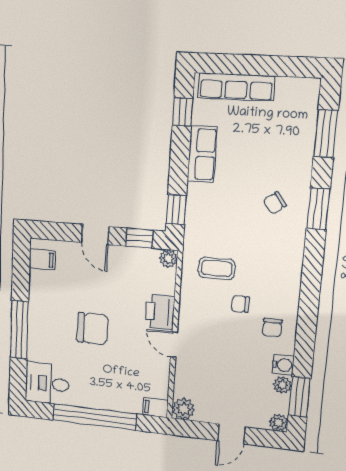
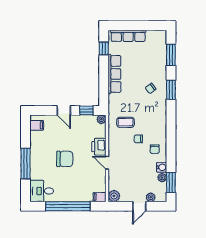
row of seats: (202, 154) -> (114, 74), width x1.48
window: (176, 210) -> (104, 95), removed
plant: (278, 423) -> (151, 197), moved

